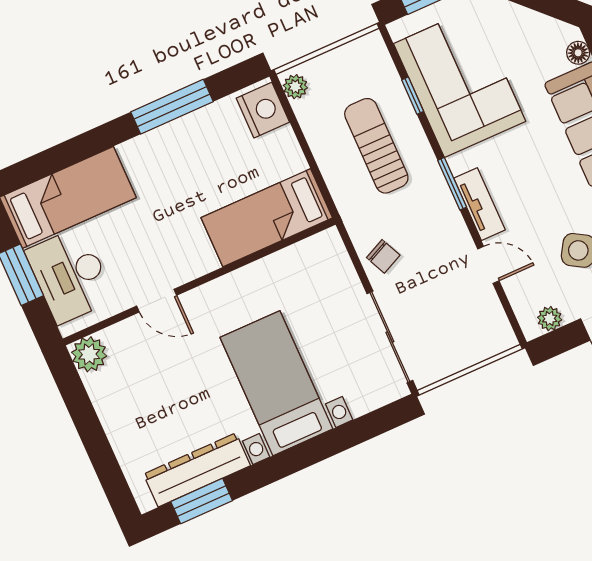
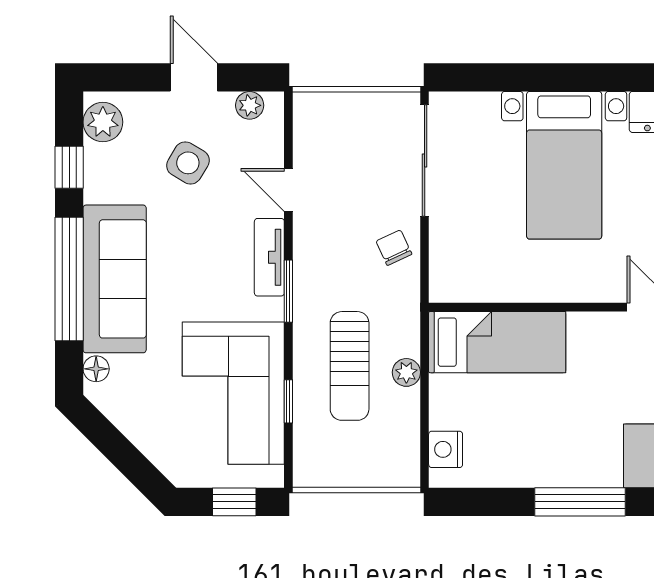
plant: (295, 87) -> (406, 372), moved
window: (172, 107) -> (580, 502), moved
nightstand: (263, 110) -> (446, 449), width x0.74, depth x0.75

